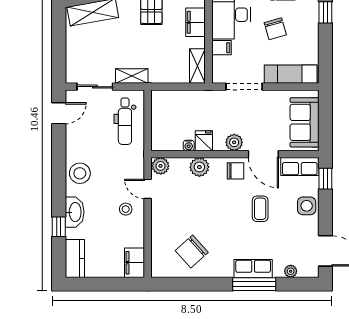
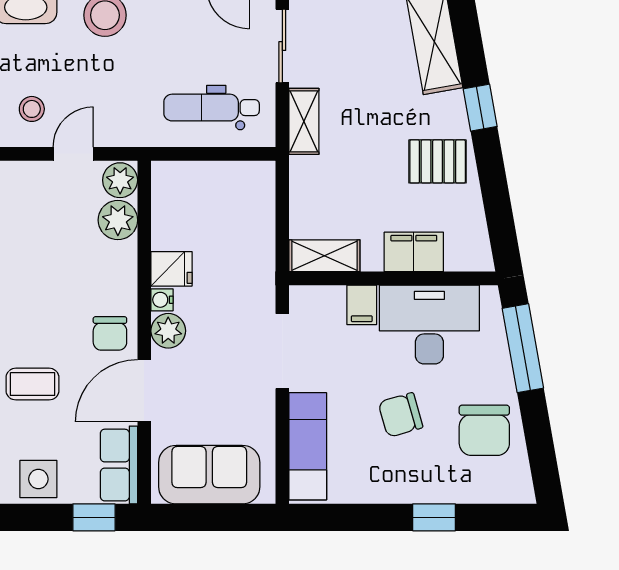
water cooler: (189, 145) -> (162, 300), moved
plant: (199, 167) -> (118, 220), moved

